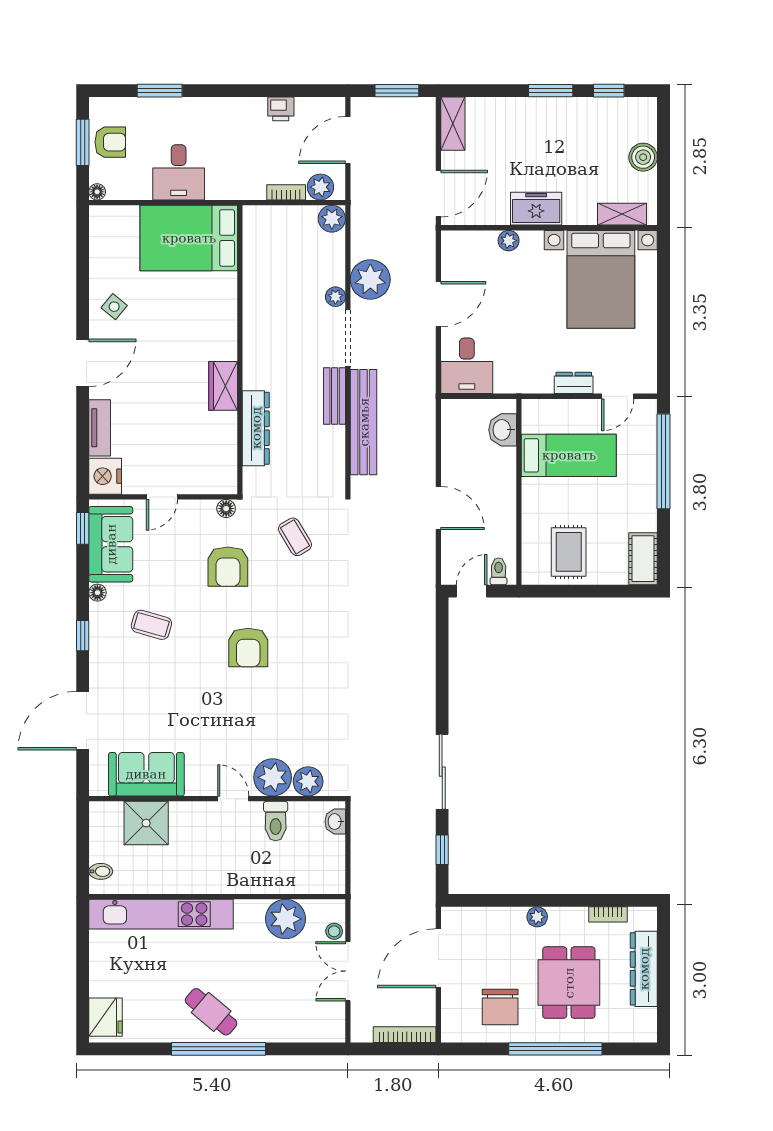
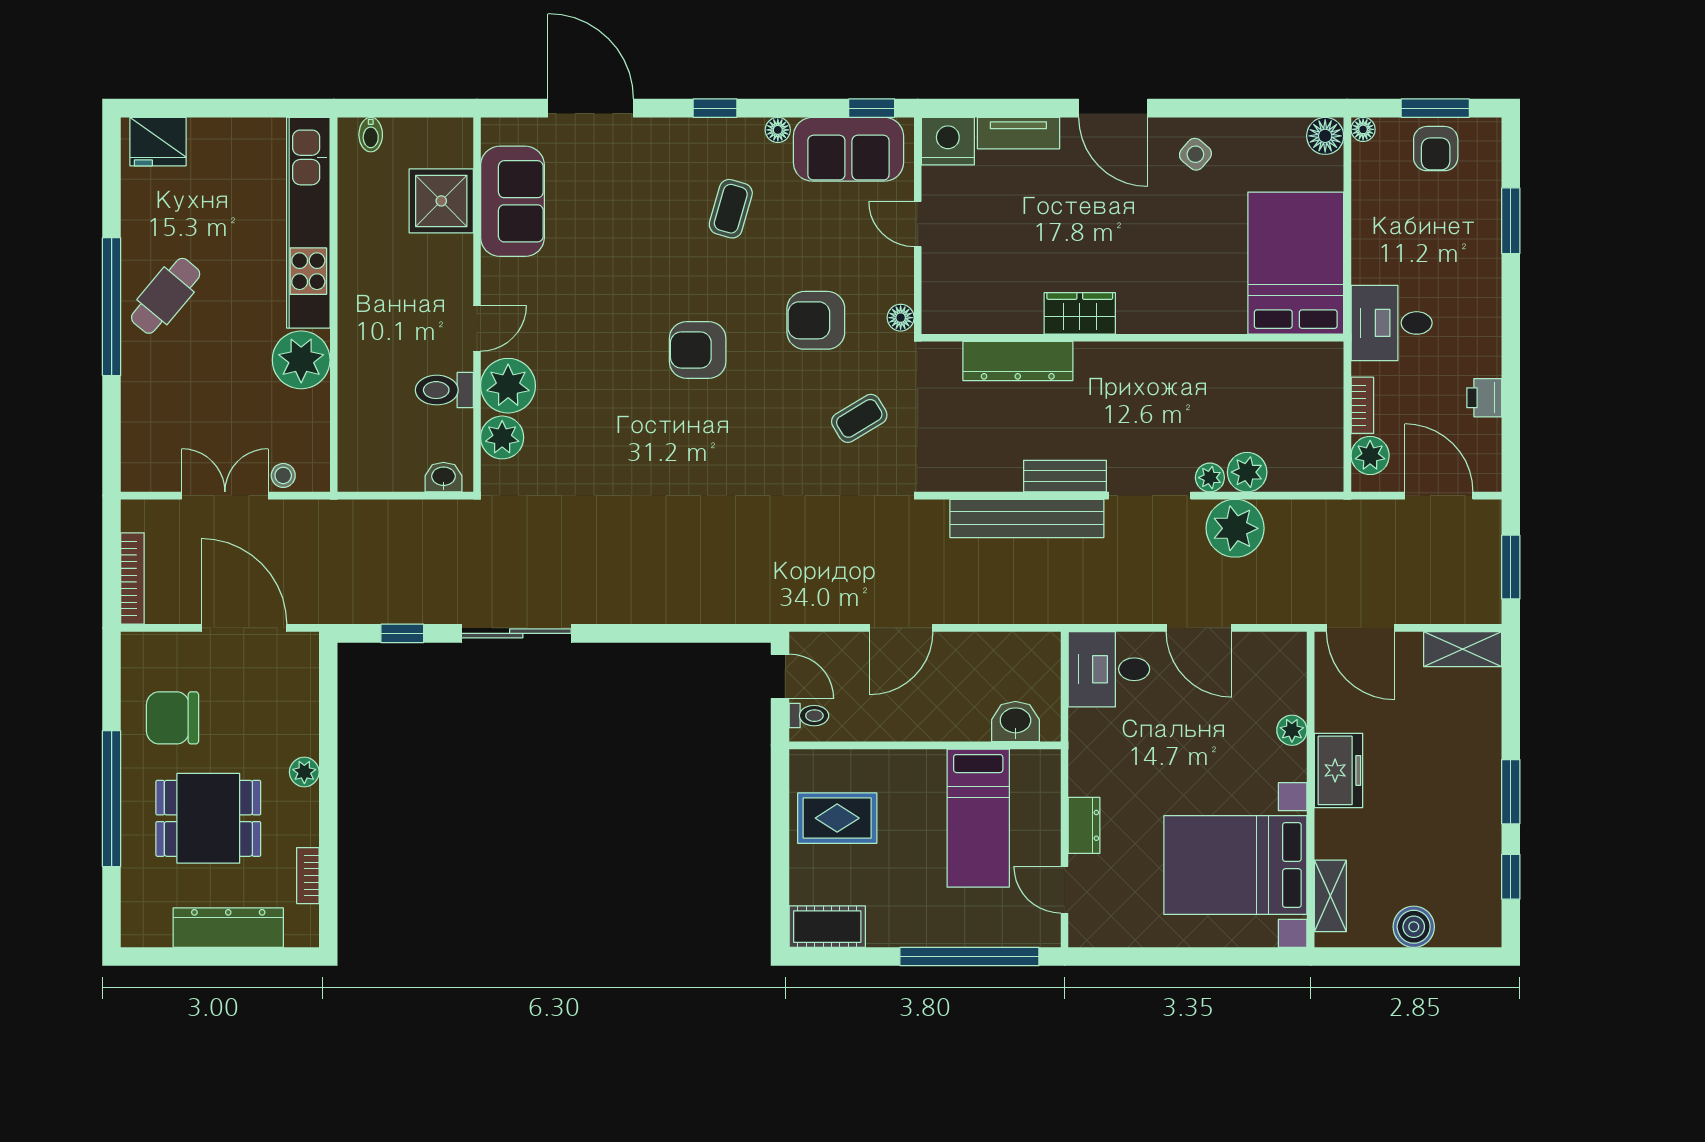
desk: (179, 172) -> (1392, 323), moved
floor lamp: (102, 218) -> (1325, 136), added
plant: (332, 219) -> (1247, 472), moved
plant: (285, 919) -> (301, 360), moved

